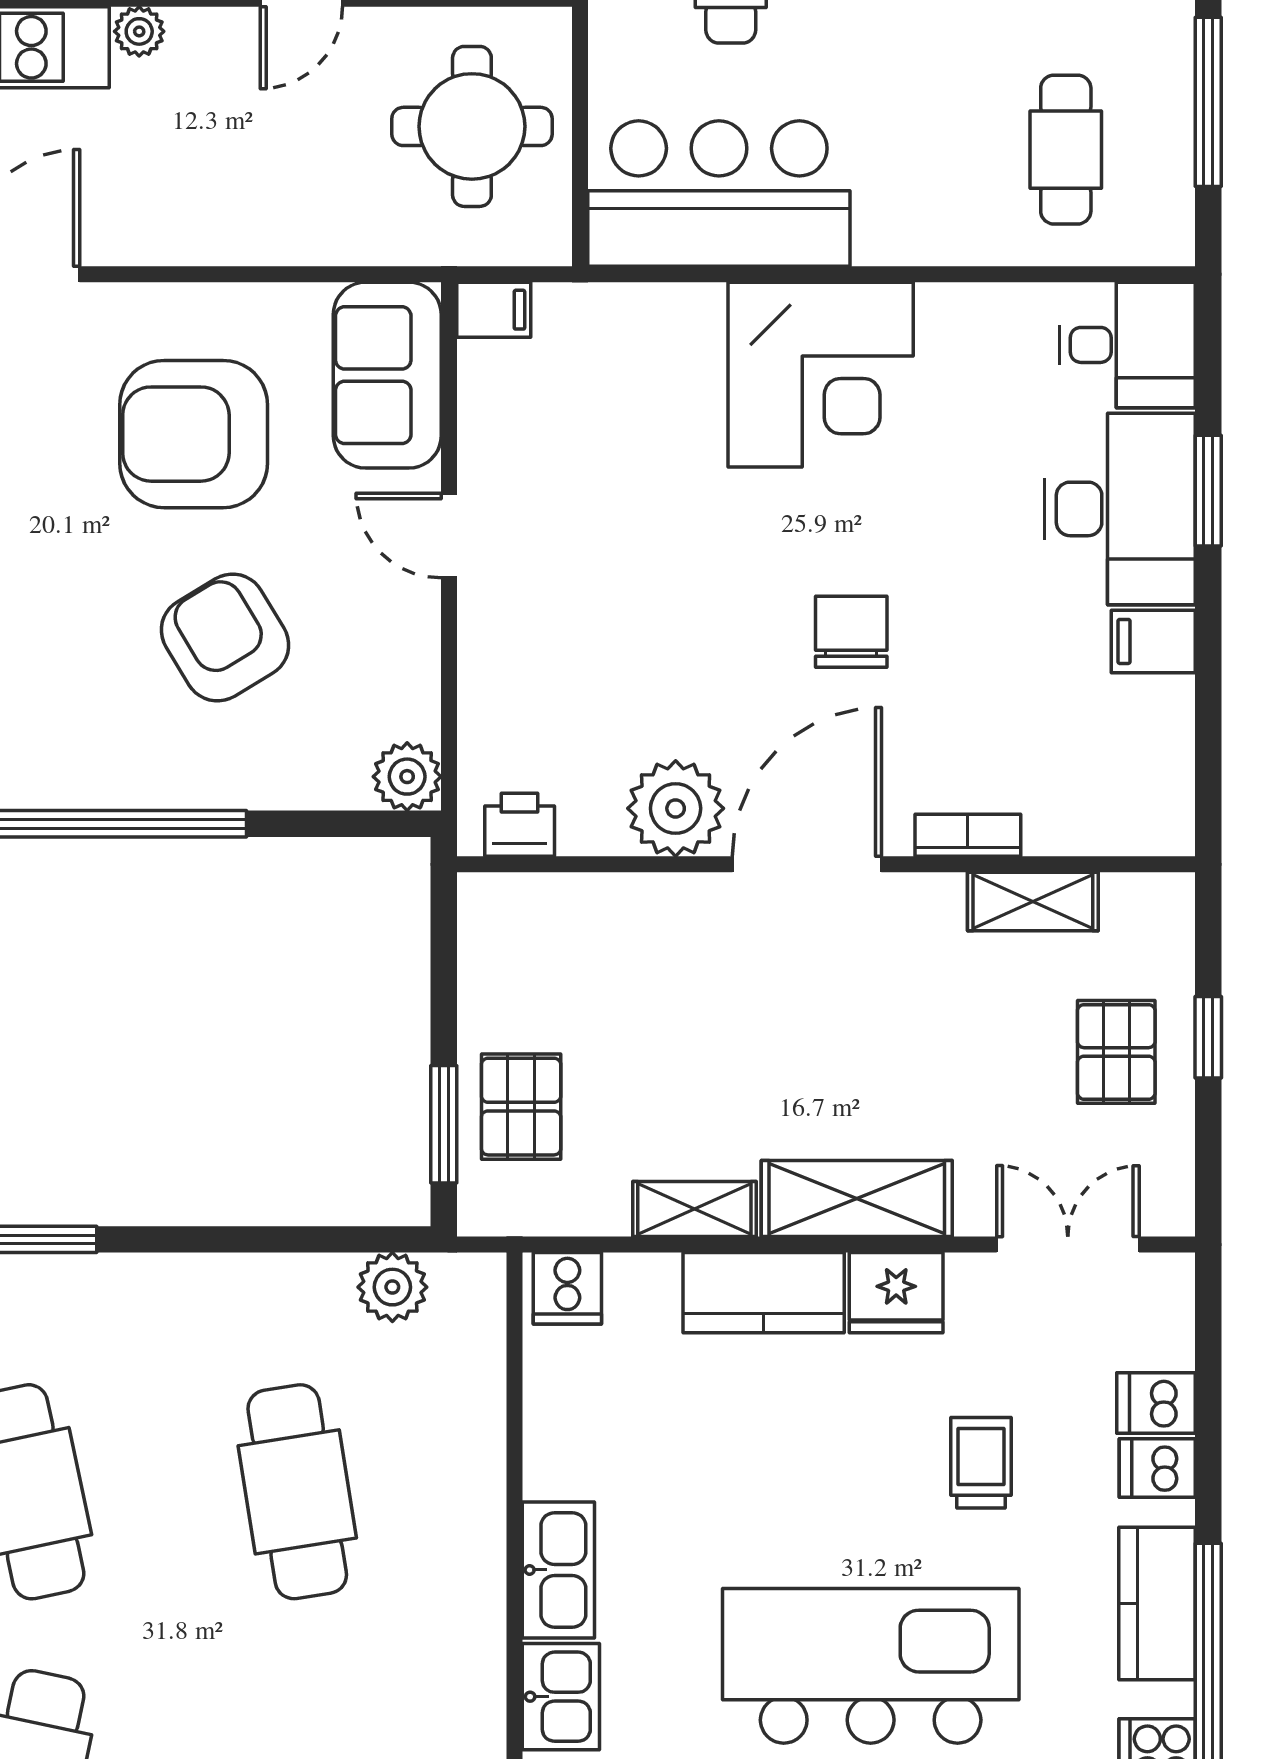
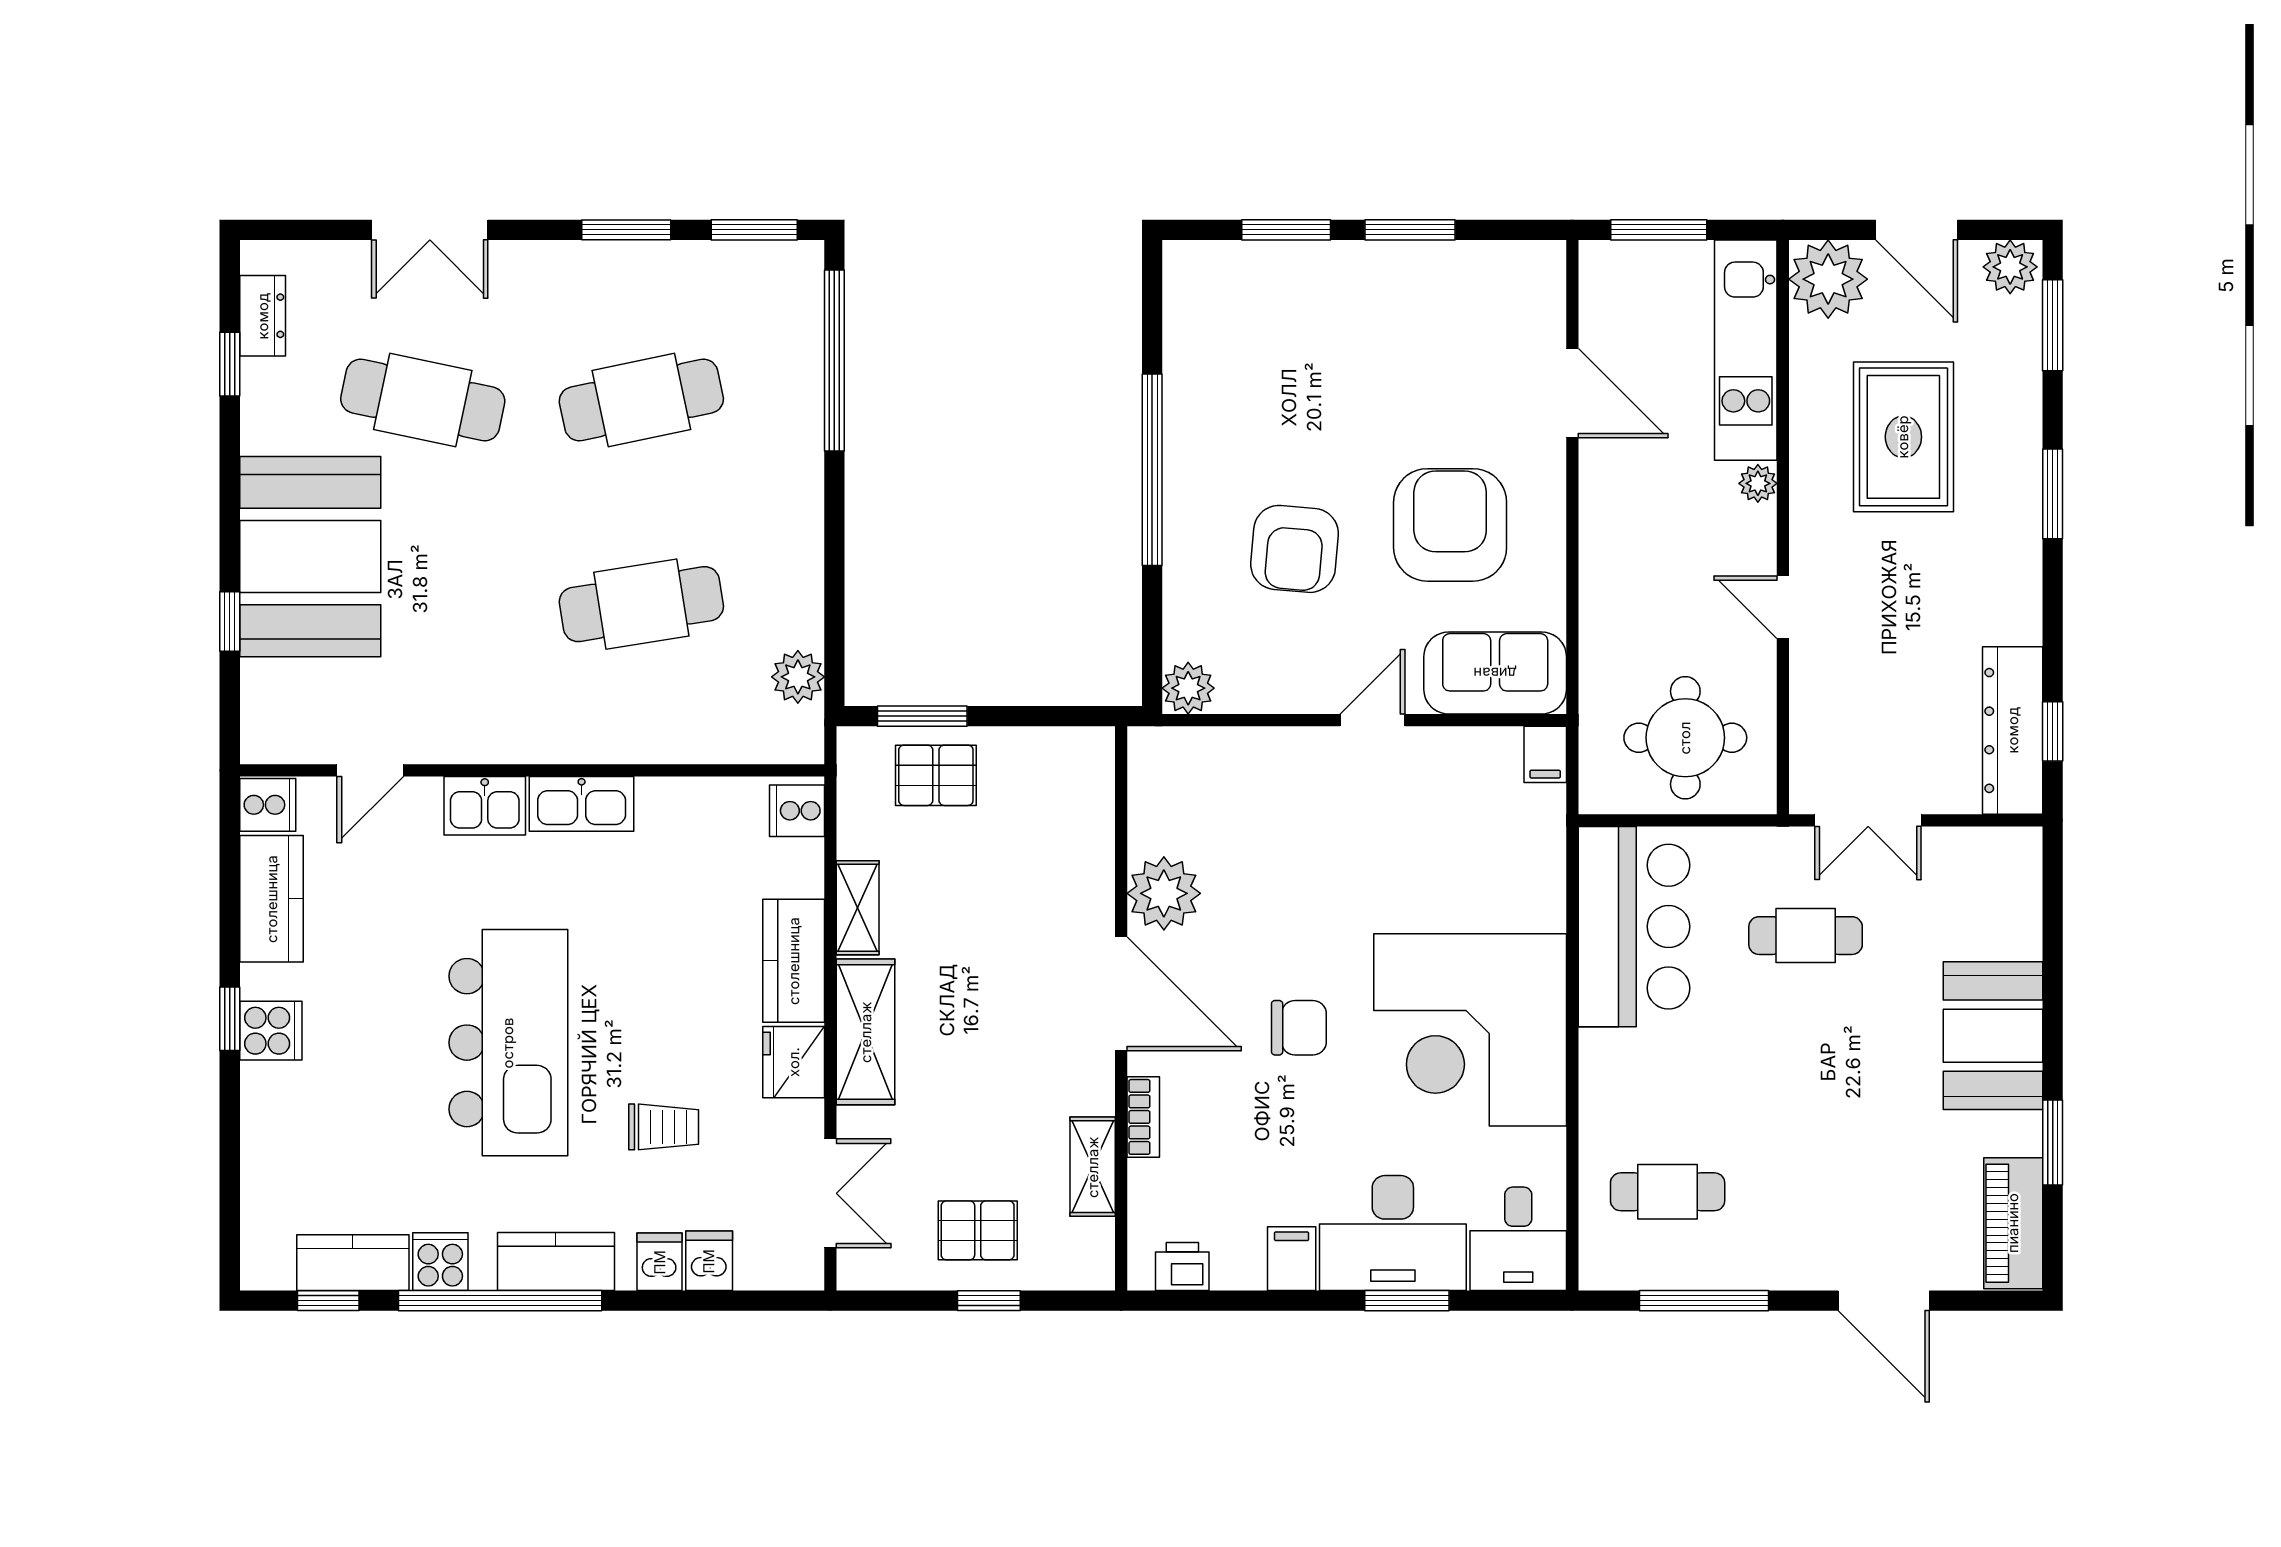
corner desk: (821, 375) -> (1470, 1030), width x1.36, depth x1.36
armchair: (225, 637) -> (1295, 549), turned 126
printer: (520, 825) -> (1182, 1266), moved, turned -90

